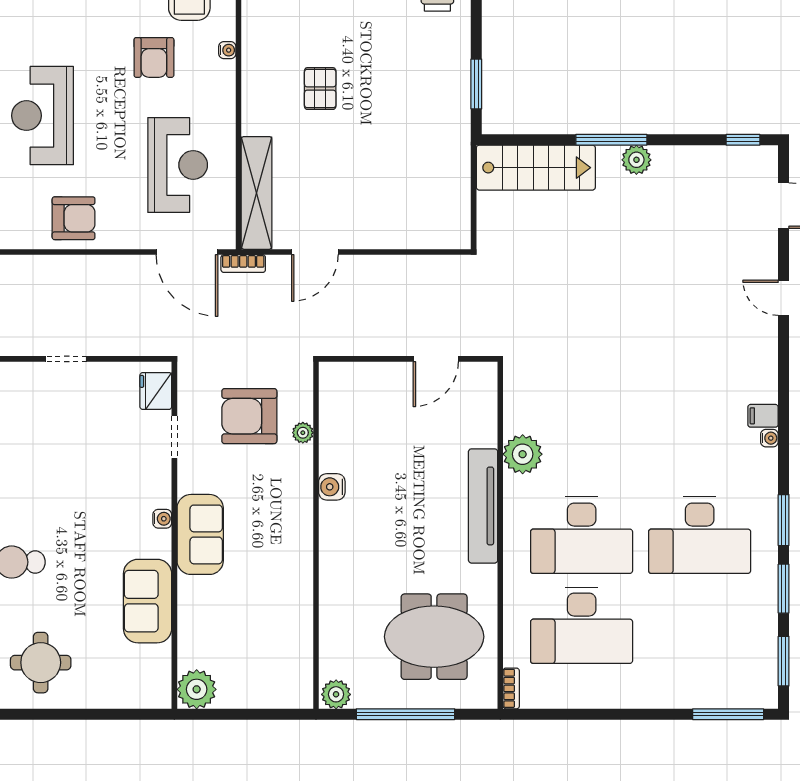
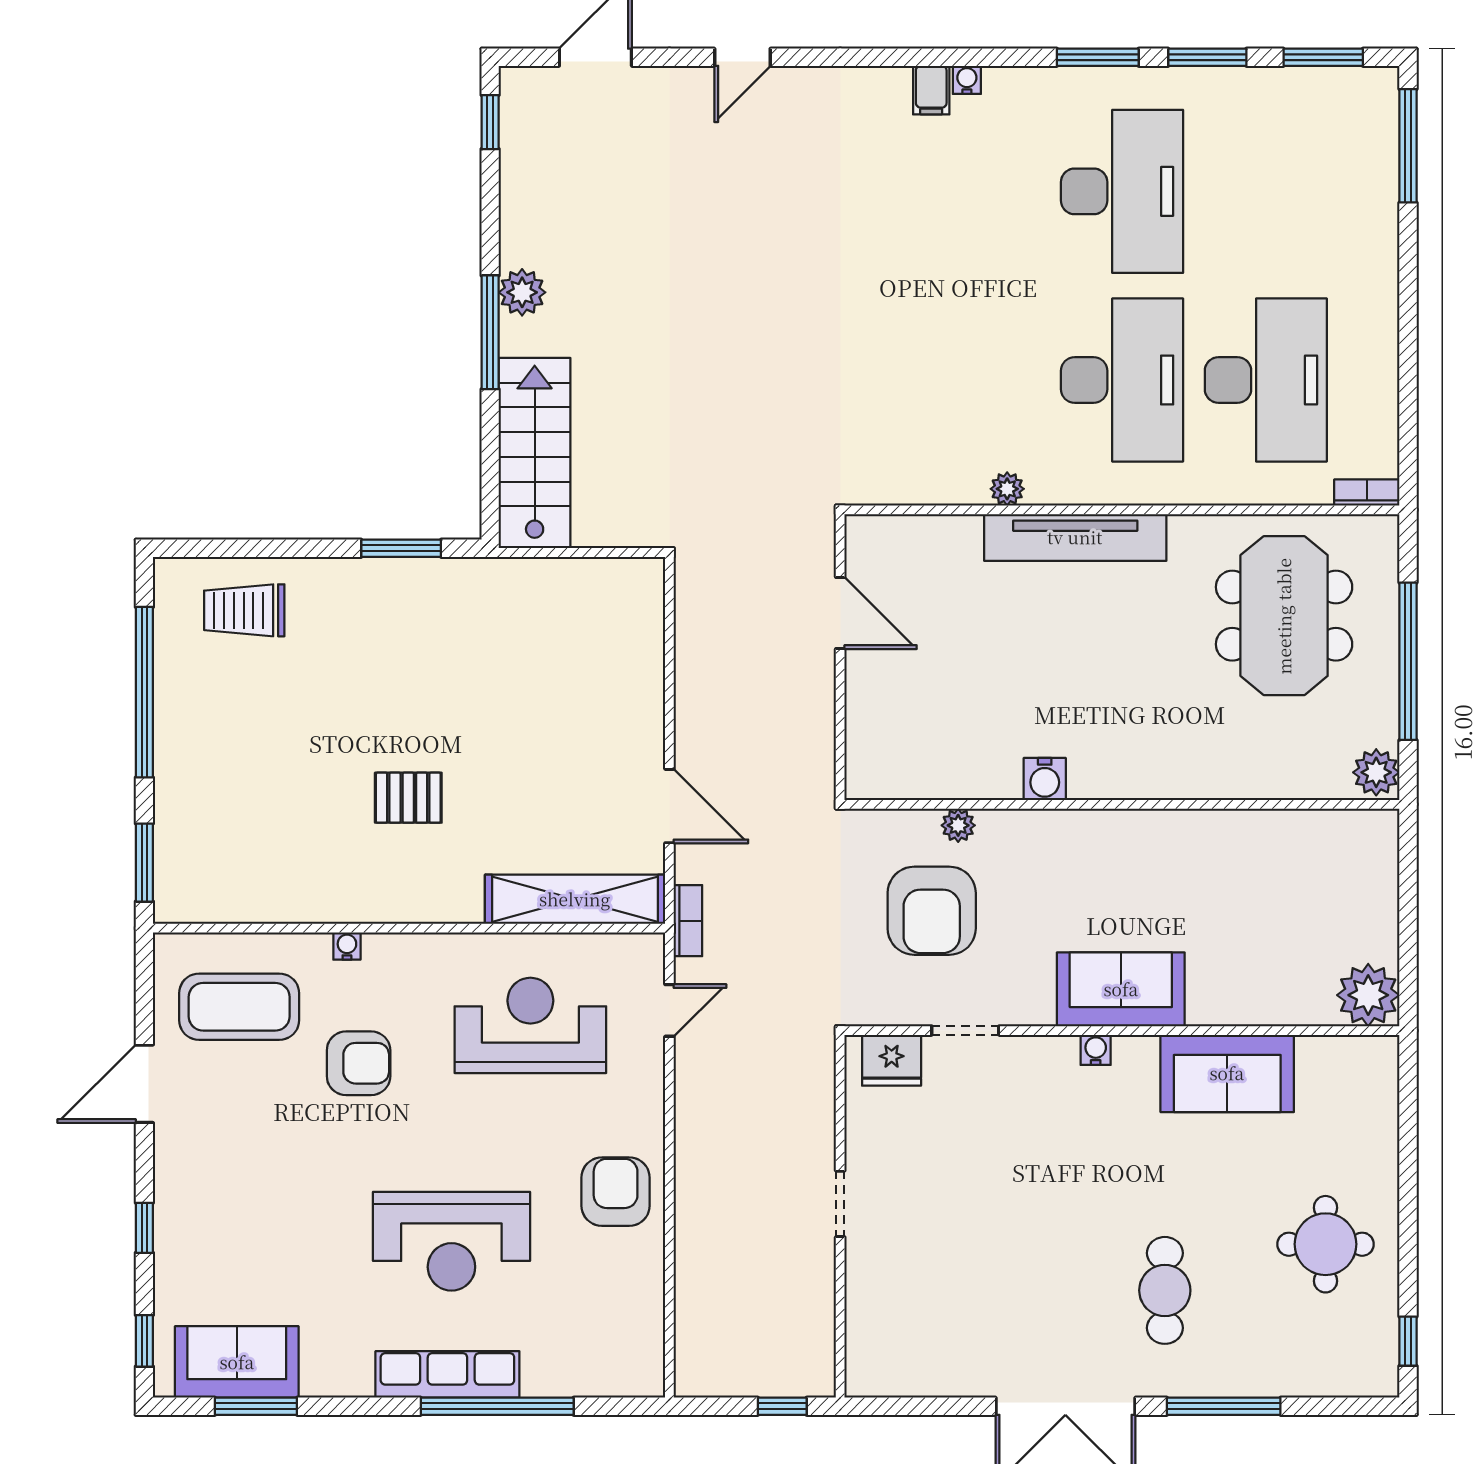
door: (187, 252) -> (669, 1010), width x0.53
plant: (523, 454) -> (1007, 489), width x0.53, depth x0.53

